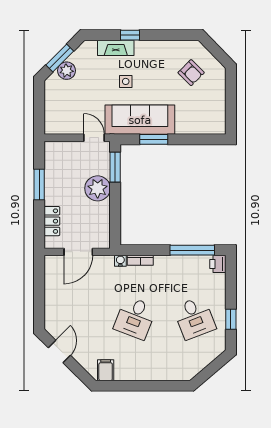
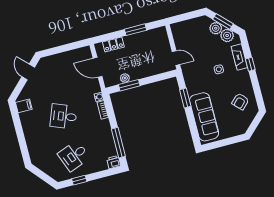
plant: (81, 57) -> (227, 35), added
armchair: (191, 73) -> (240, 101), moved
sofa: (140, 120) -> (204, 117), moved
door: (94, 138) -> (176, 58), hinge flipped
window: (115, 167) -> (129, 85), moved
plant: (98, 188) -> (125, 78), moved, width x0.53, depth x0.53
door: (59, 352) -> (28, 72), swing flipped

